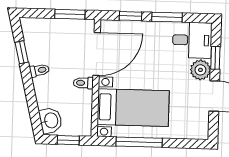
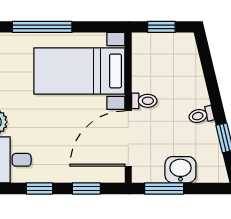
window: (167, 17) -> (39, 188), width x0.67
washbasin: (51, 120) -> (180, 170), moved, turned 103
window: (139, 142) -> (42, 27), moved

